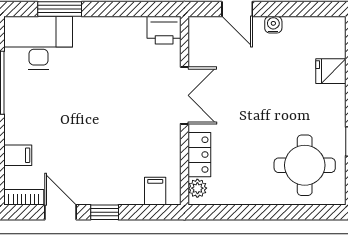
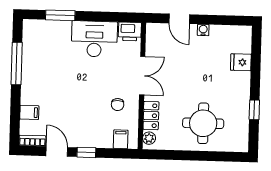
desk: (39, 43) -> (94, 39), moved
chair: (149, 140) -> (118, 105), added
round table: (305, 165) -> (203, 123), moved

